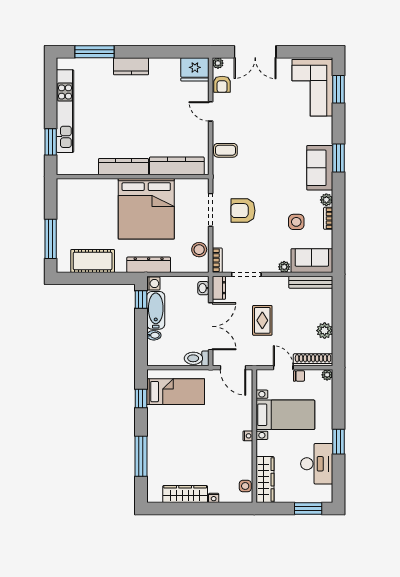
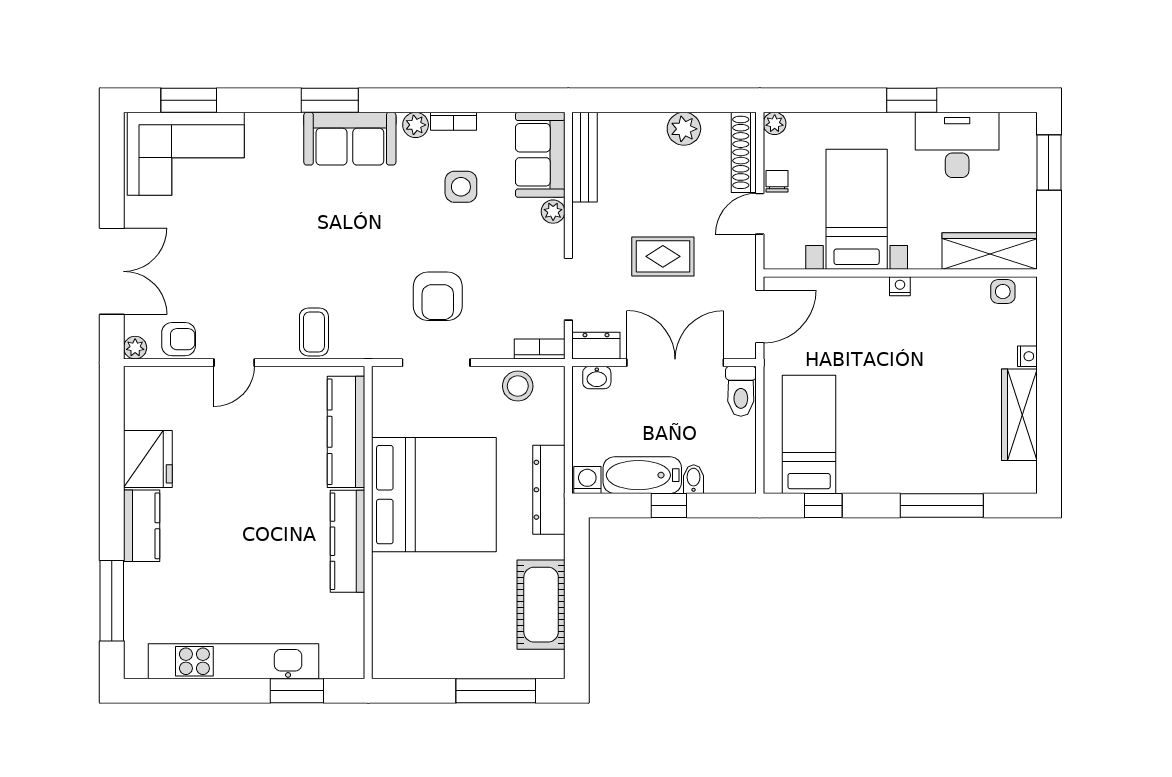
fridge: (195, 69) -> (148, 459), moved
window: (141, 300) -> (669, 505), moved

